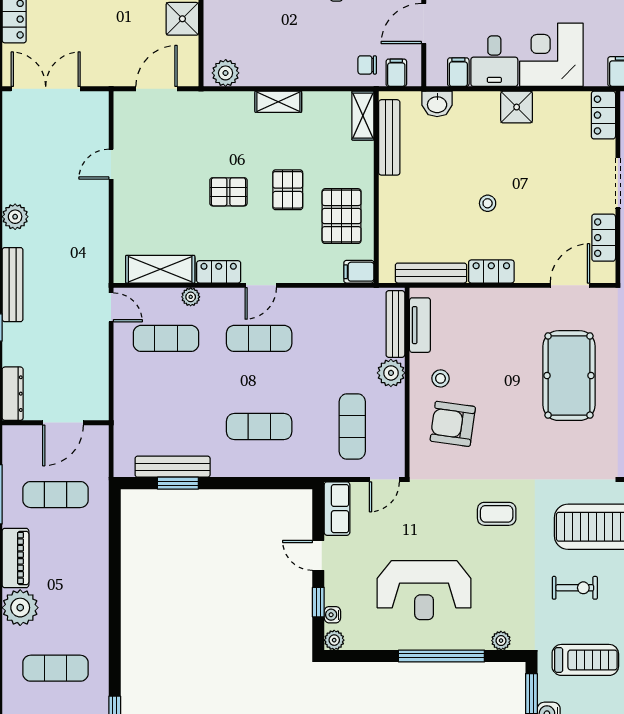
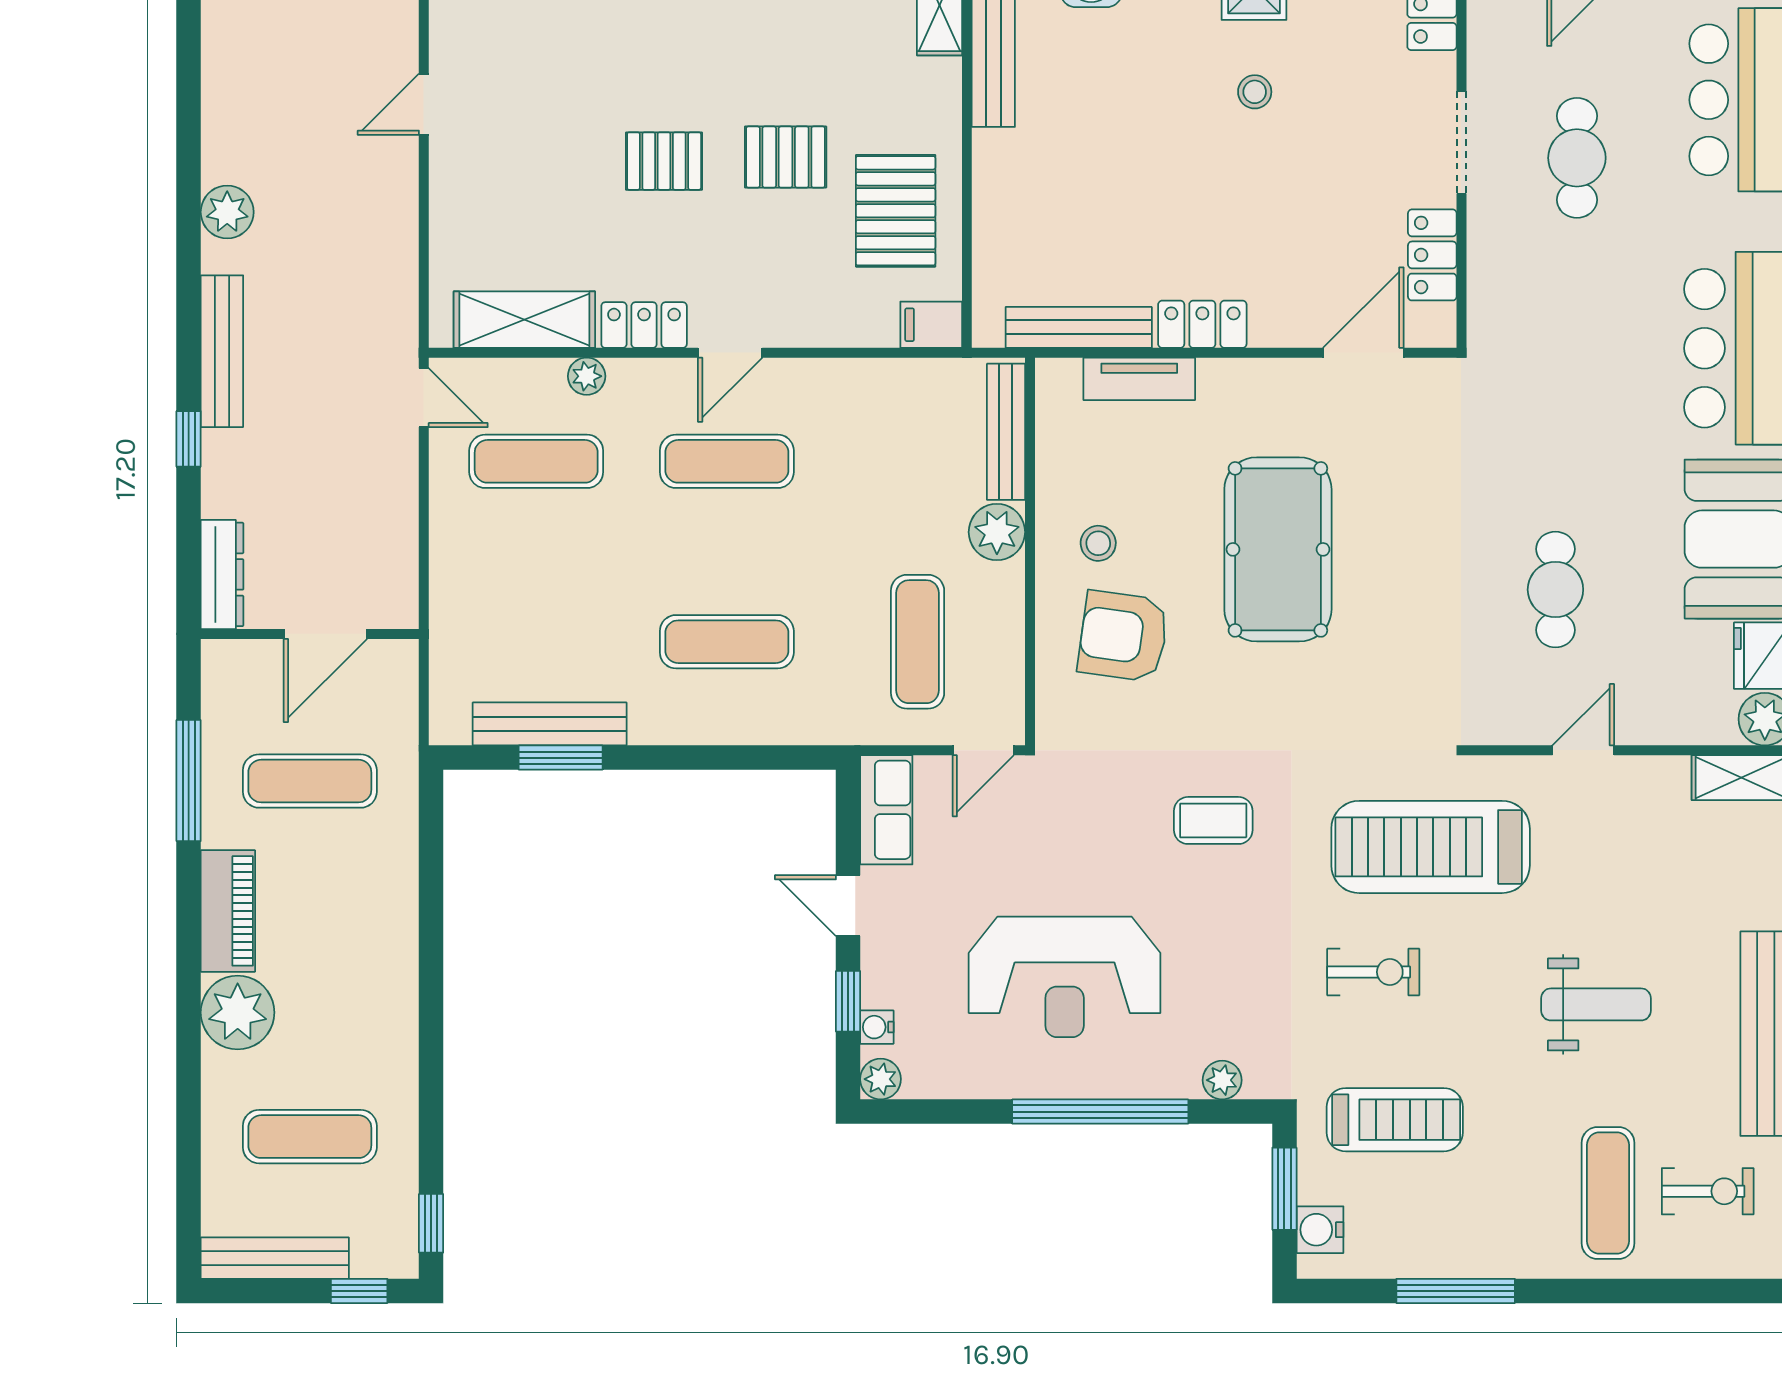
pallet: (288, 190) -> (786, 157), turned 90
stool: (488, 203) -> (1255, 92), moved
tv unit: (420, 325) -> (1139, 379), moved, turned 90
pool table: (569, 376) -> (1278, 549), moved

